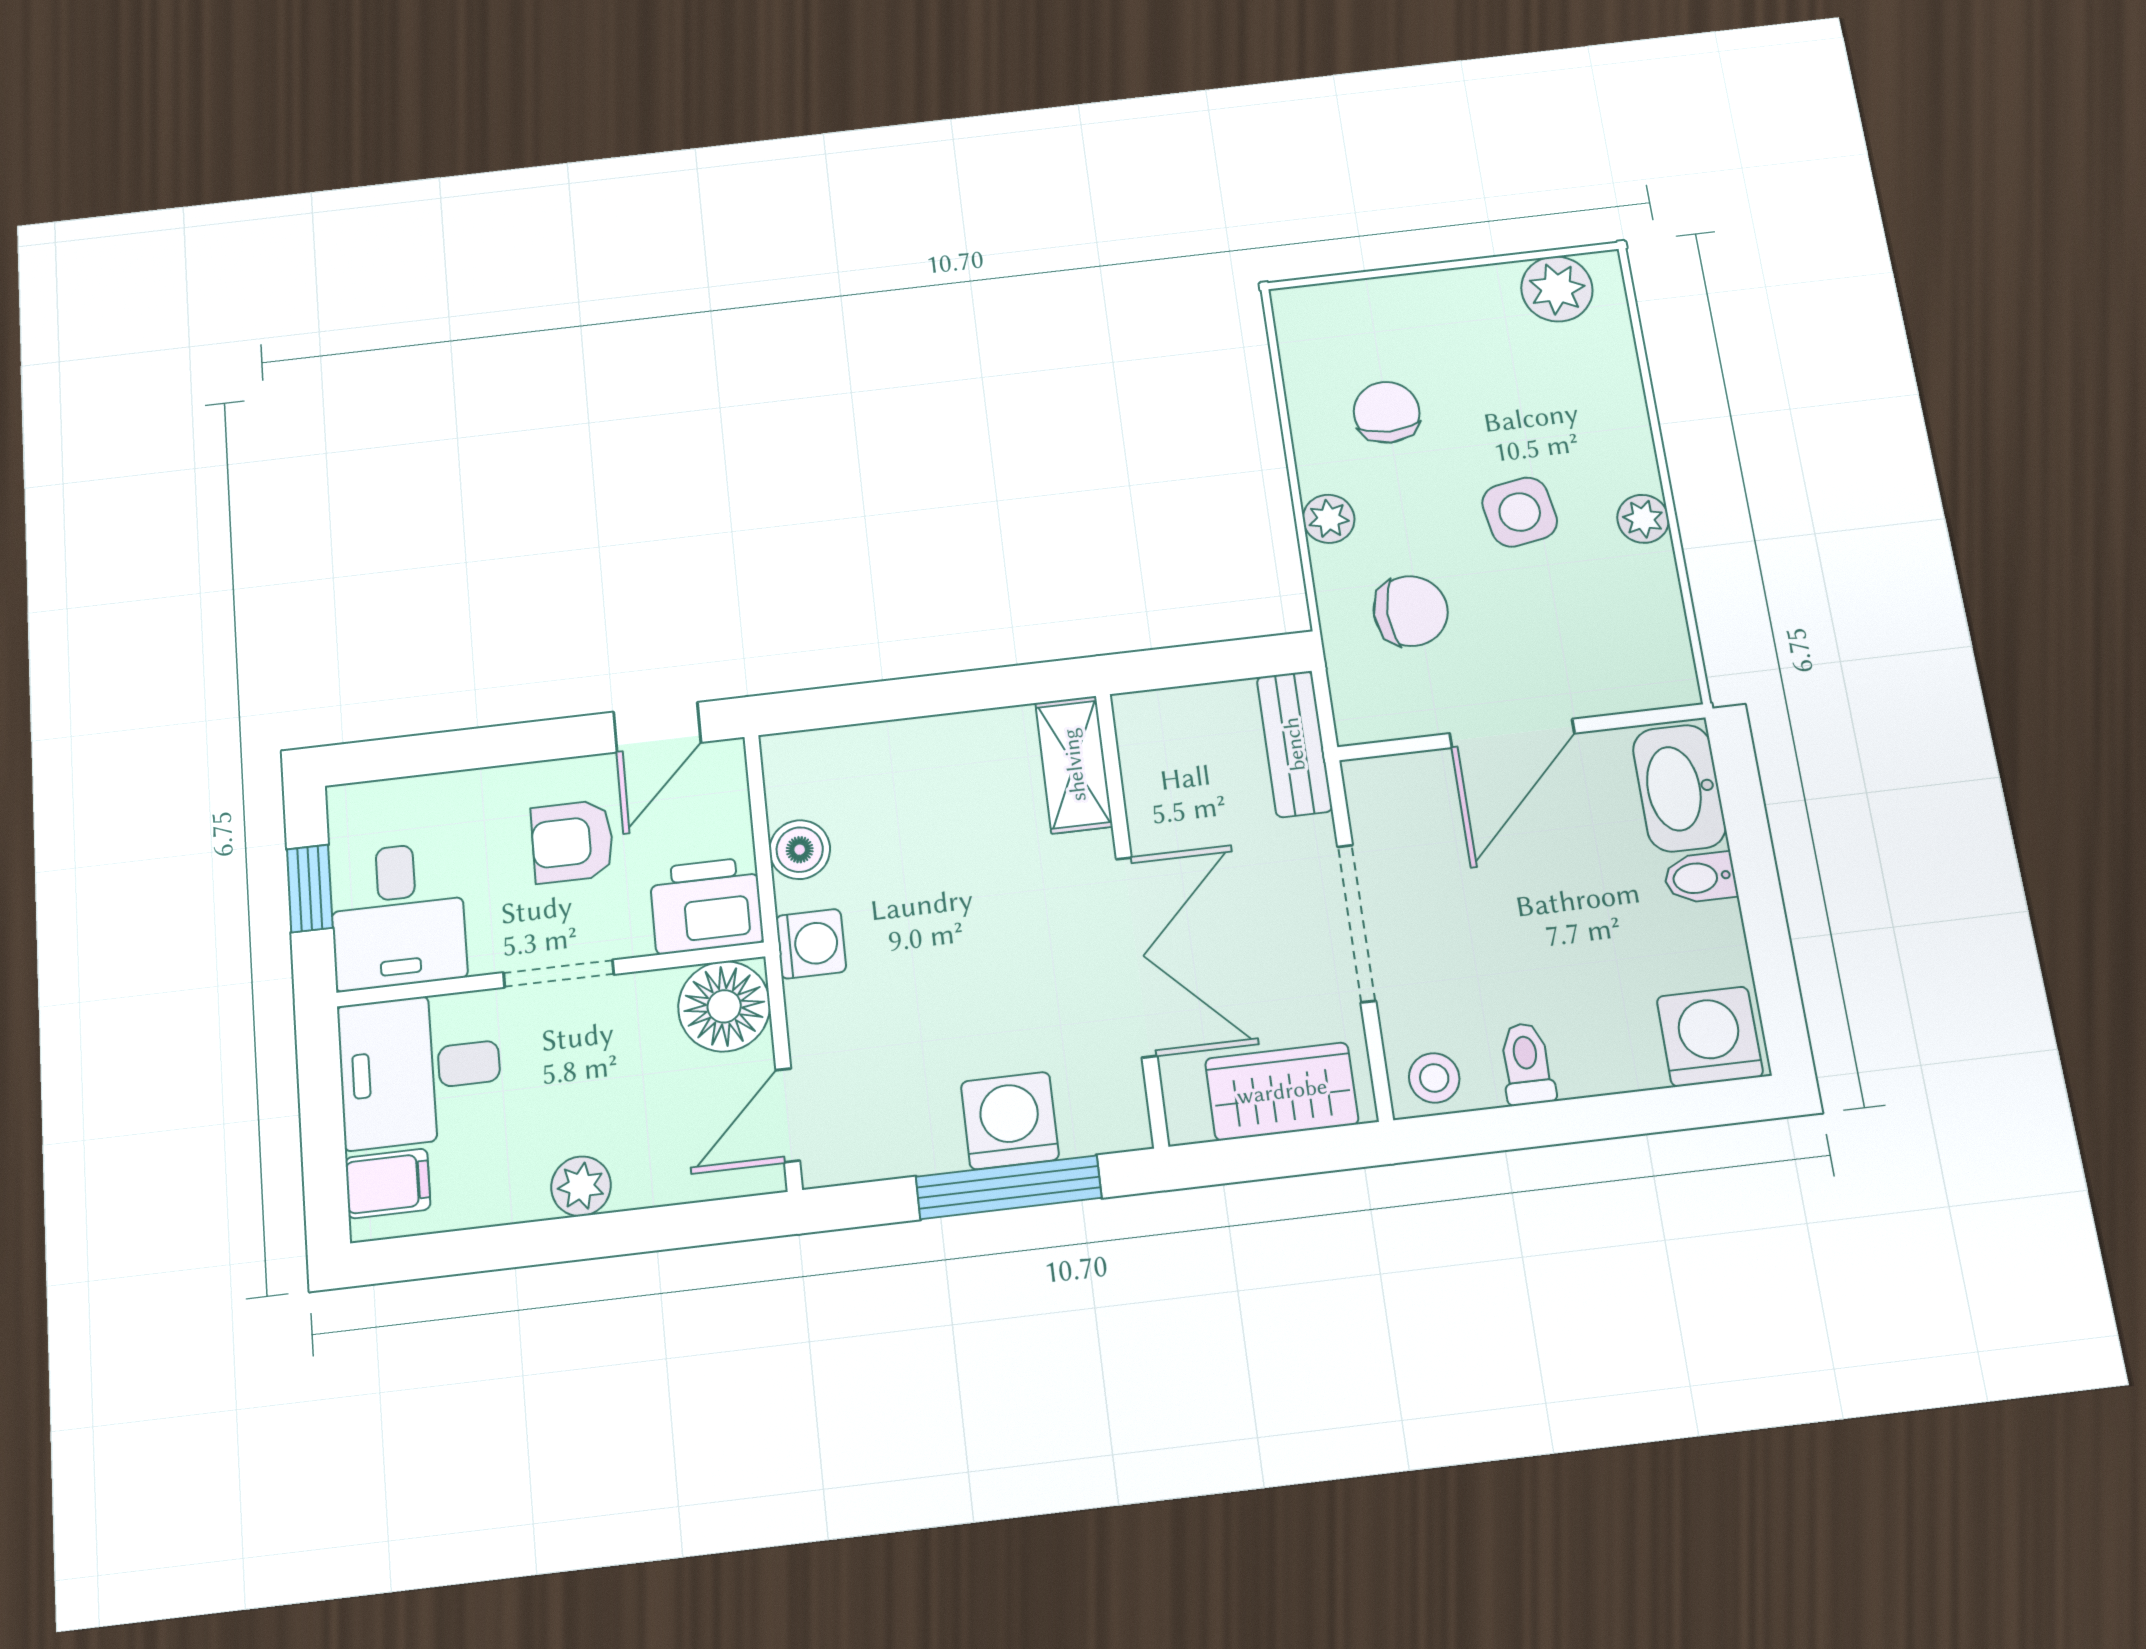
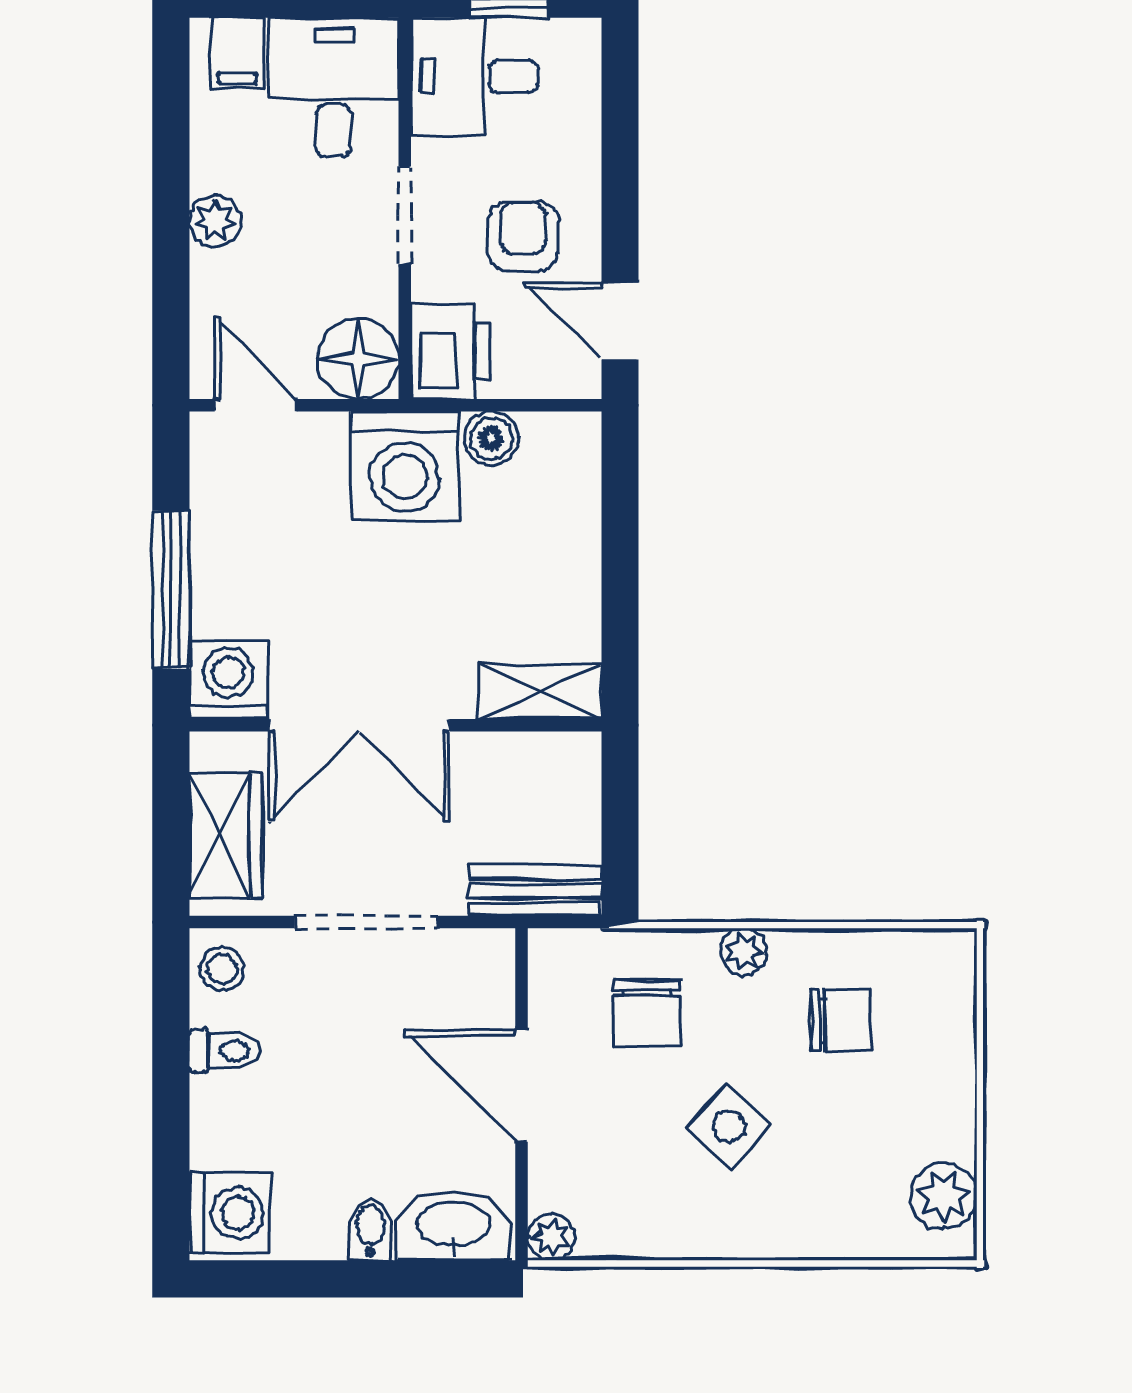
side table: (1520, 512) -> (729, 1126), turned -37
plant: (1643, 519) -> (551, 1237), moved
washing machine: (811, 944) -> (405, 466), width x1.89, depth x1.89
washing machine: (1010, 1121) -> (228, 680), moved, turned -90

